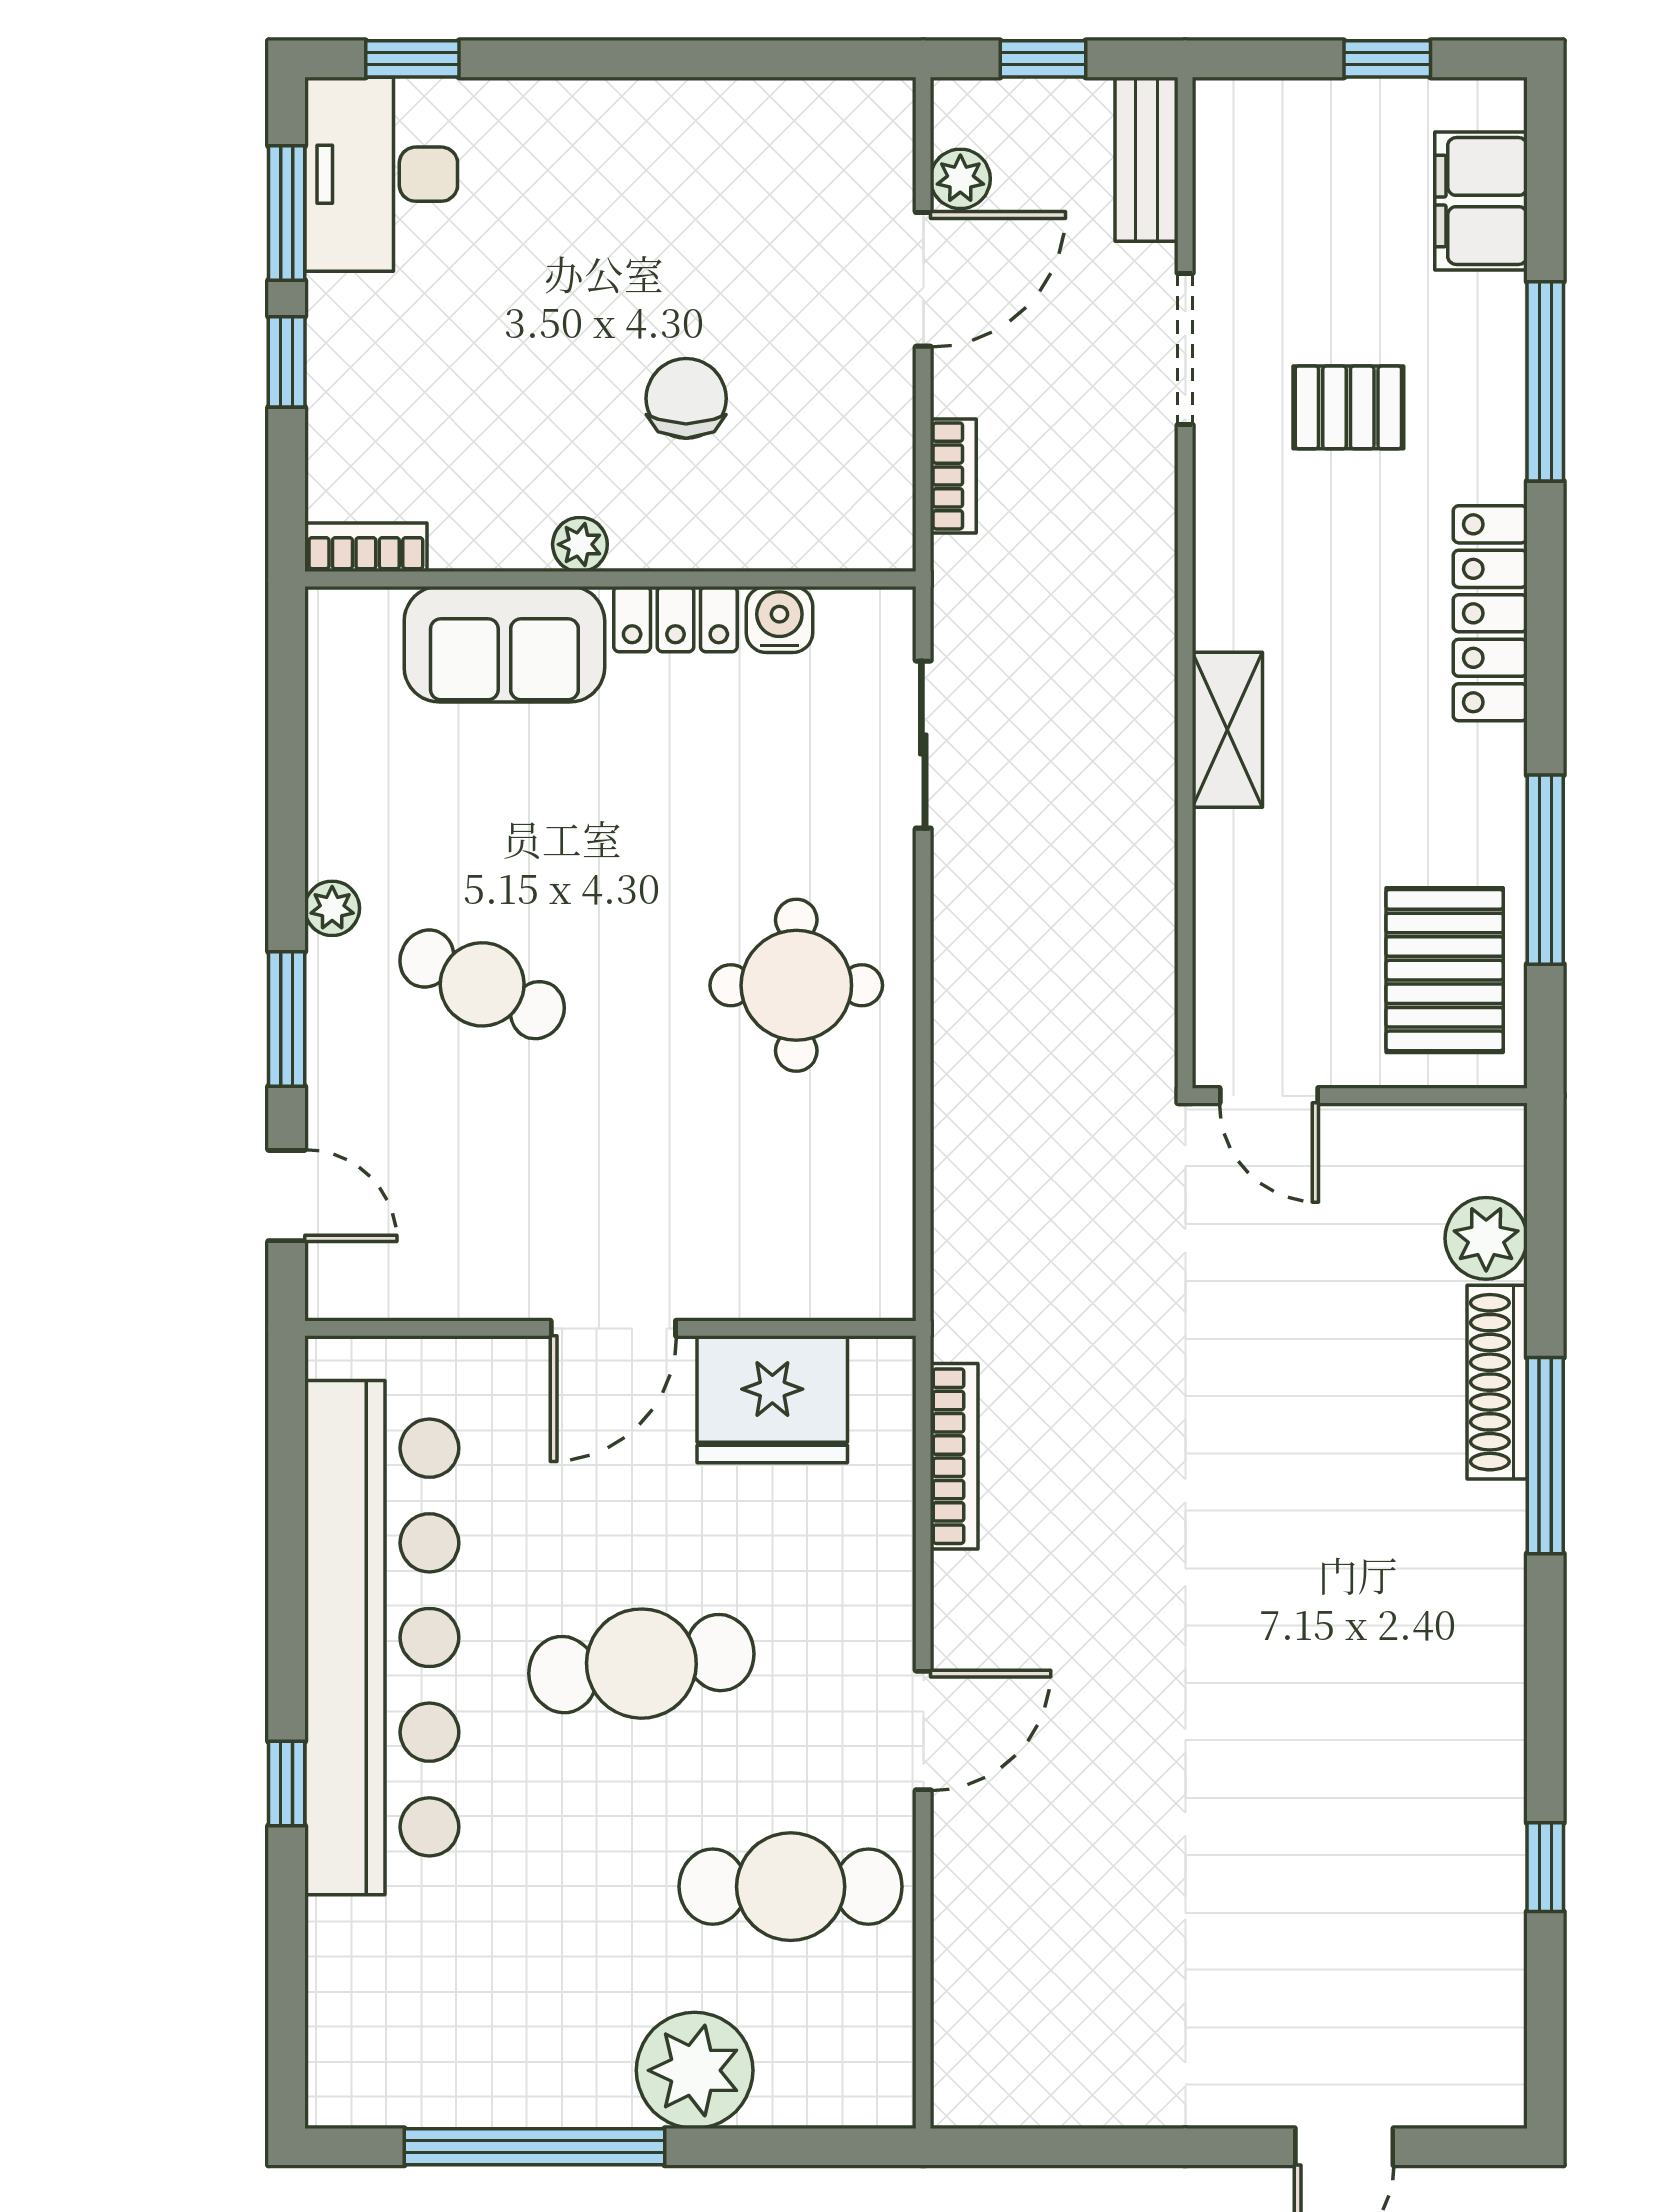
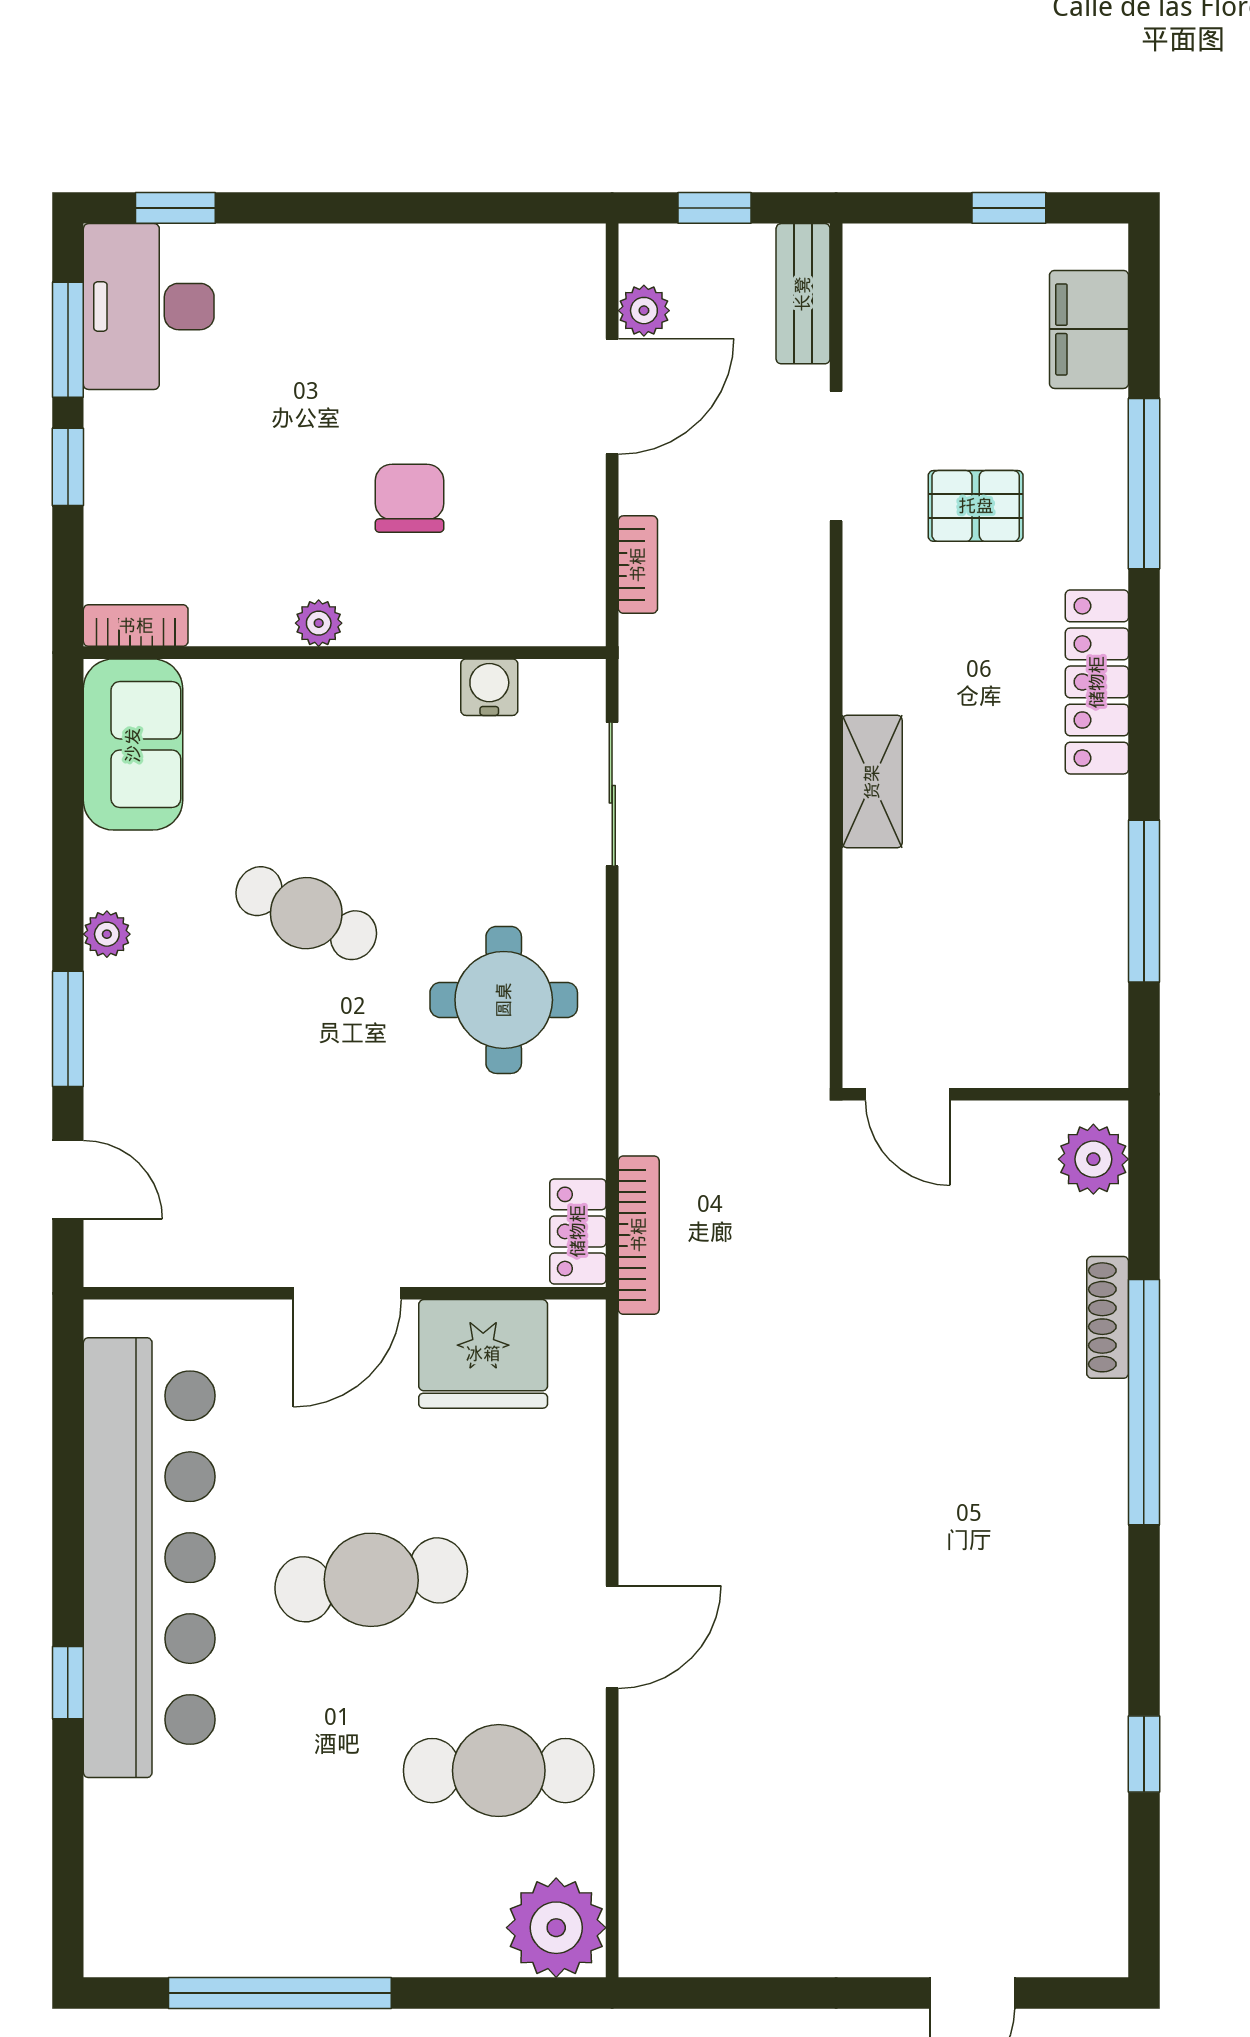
locker: (675, 619) -> (578, 1231), moved, turned 90
sofa: (504, 644) -> (133, 745), moved, turned -90
pallet: (1445, 970) -> (1058, 987), removed
cafe table: (482, 984) -> (306, 913), moved
plant: (1486, 1238) -> (1093, 1159), moved
shoe rack: (1497, 1382) -> (1108, 1317), width x0.74, depth x0.81
bookcase: (954, 1456) -> (639, 1235), moved
window: (1545, 1456) -> (1144, 1402), width x1.46
plant: (695, 2070) -> (556, 1928), moved

